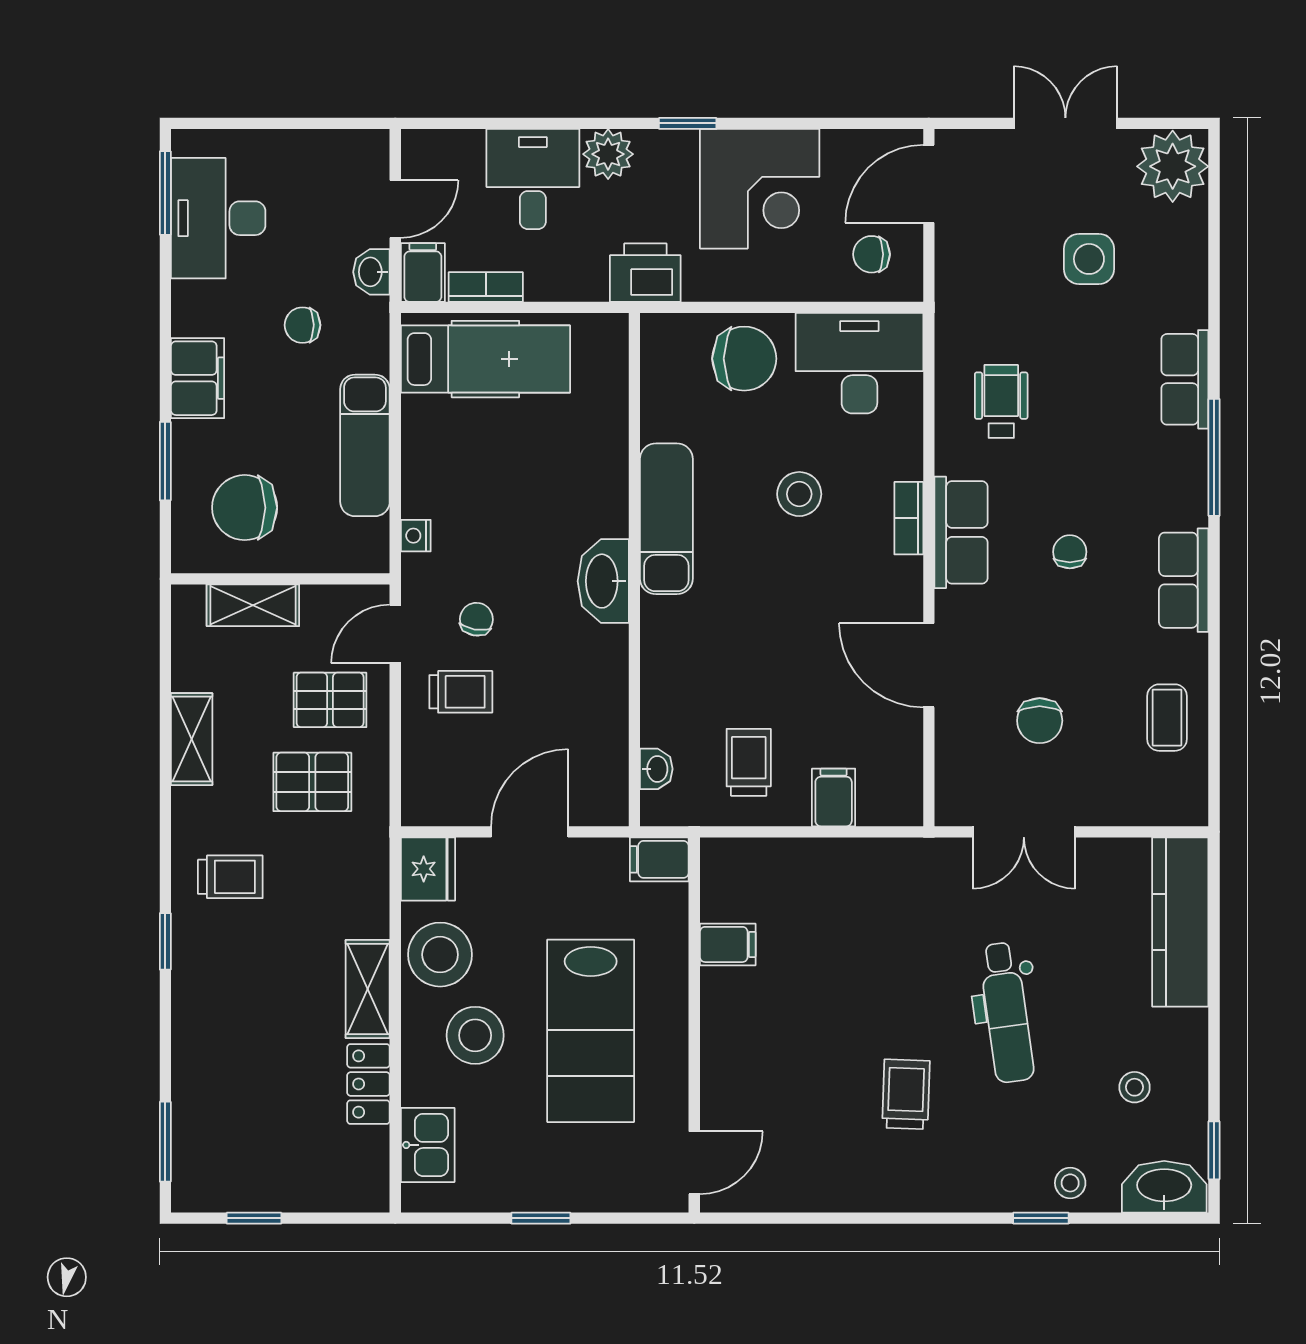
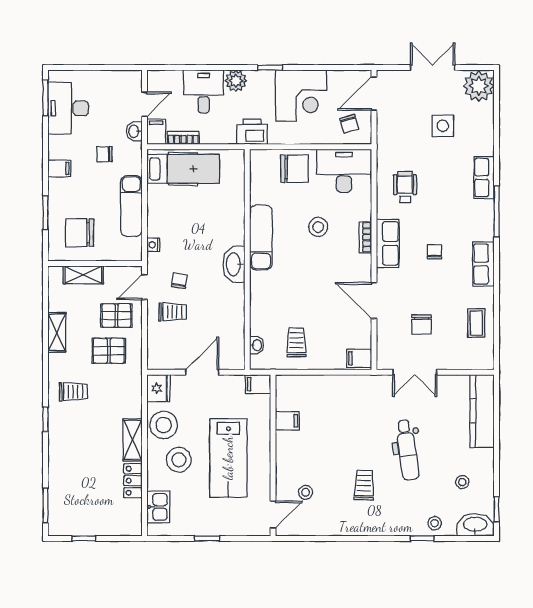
chair: (872, 254) -> (349, 124), turned -106
filing cabinet: (198, 378) -> (59, 168), width x0.50
filing cabinet: (834, 797) -> (359, 358), moved, turned -90
stool: (770, 1111) -> (306, 492), added

